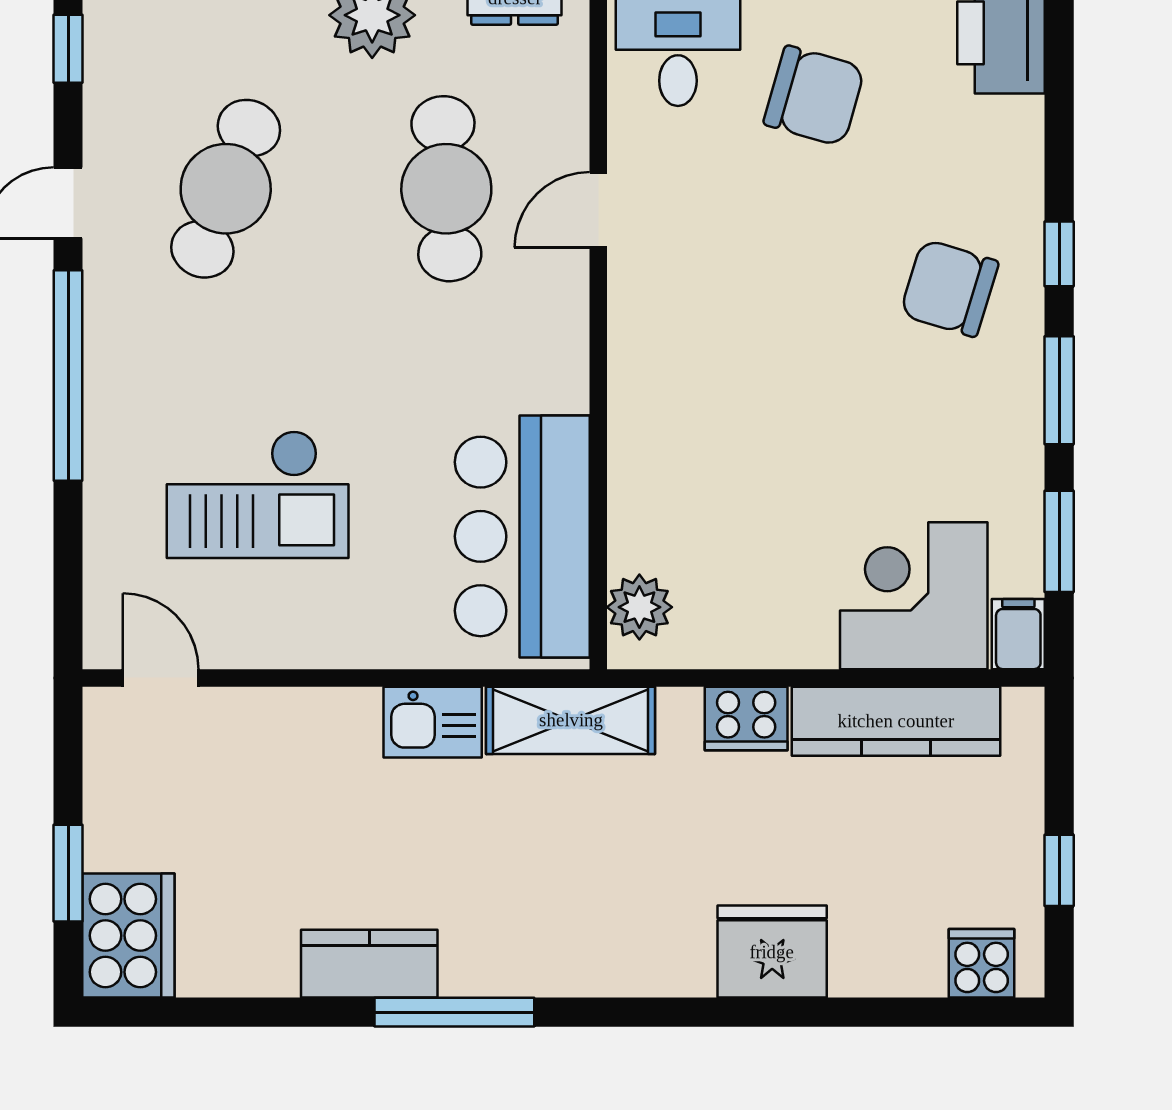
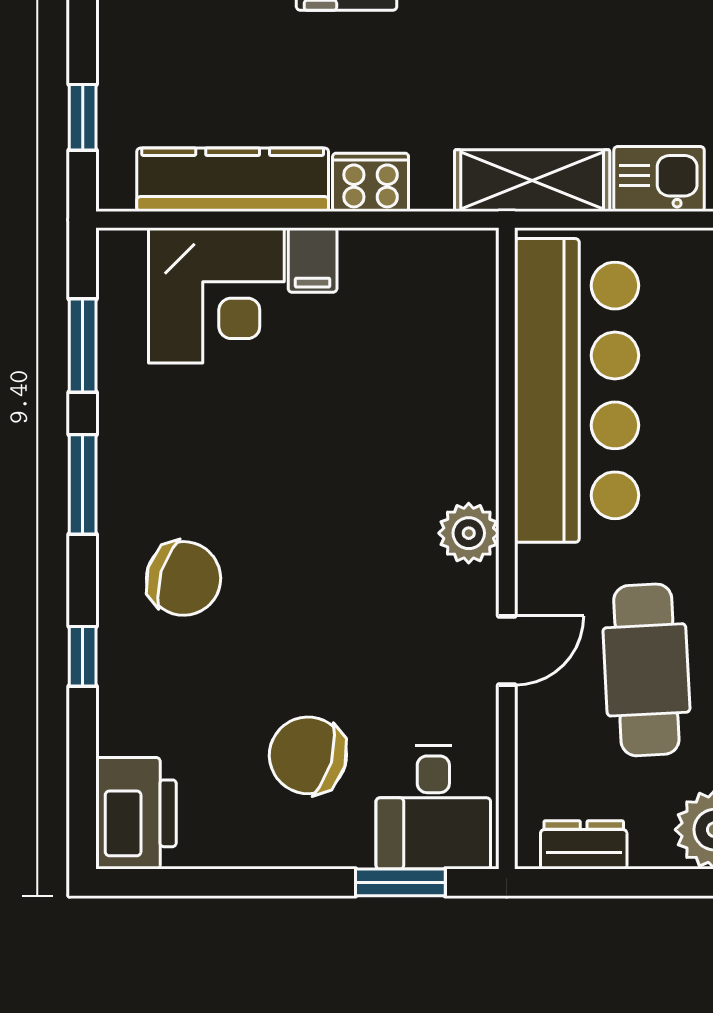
window: (1059, 254) -> (83, 656), moved
bar counter: (522, 536) -> (577, 390), width x1.36
plant: (639, 607) -> (469, 533), moved
filing cabinet: (1018, 634) -> (313, 260), moved
window: (1059, 870) -> (83, 117), moved

